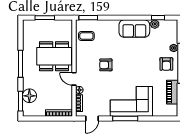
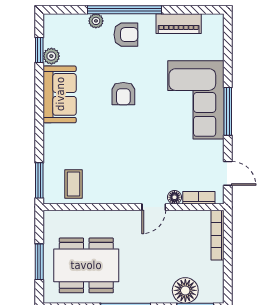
dining table: (54, 56) -> (86, 265), moved, turned 90
armchair: (106, 65) -> (123, 94), moved

